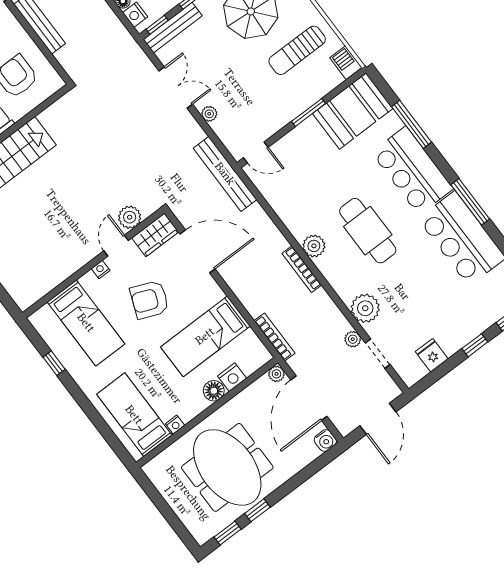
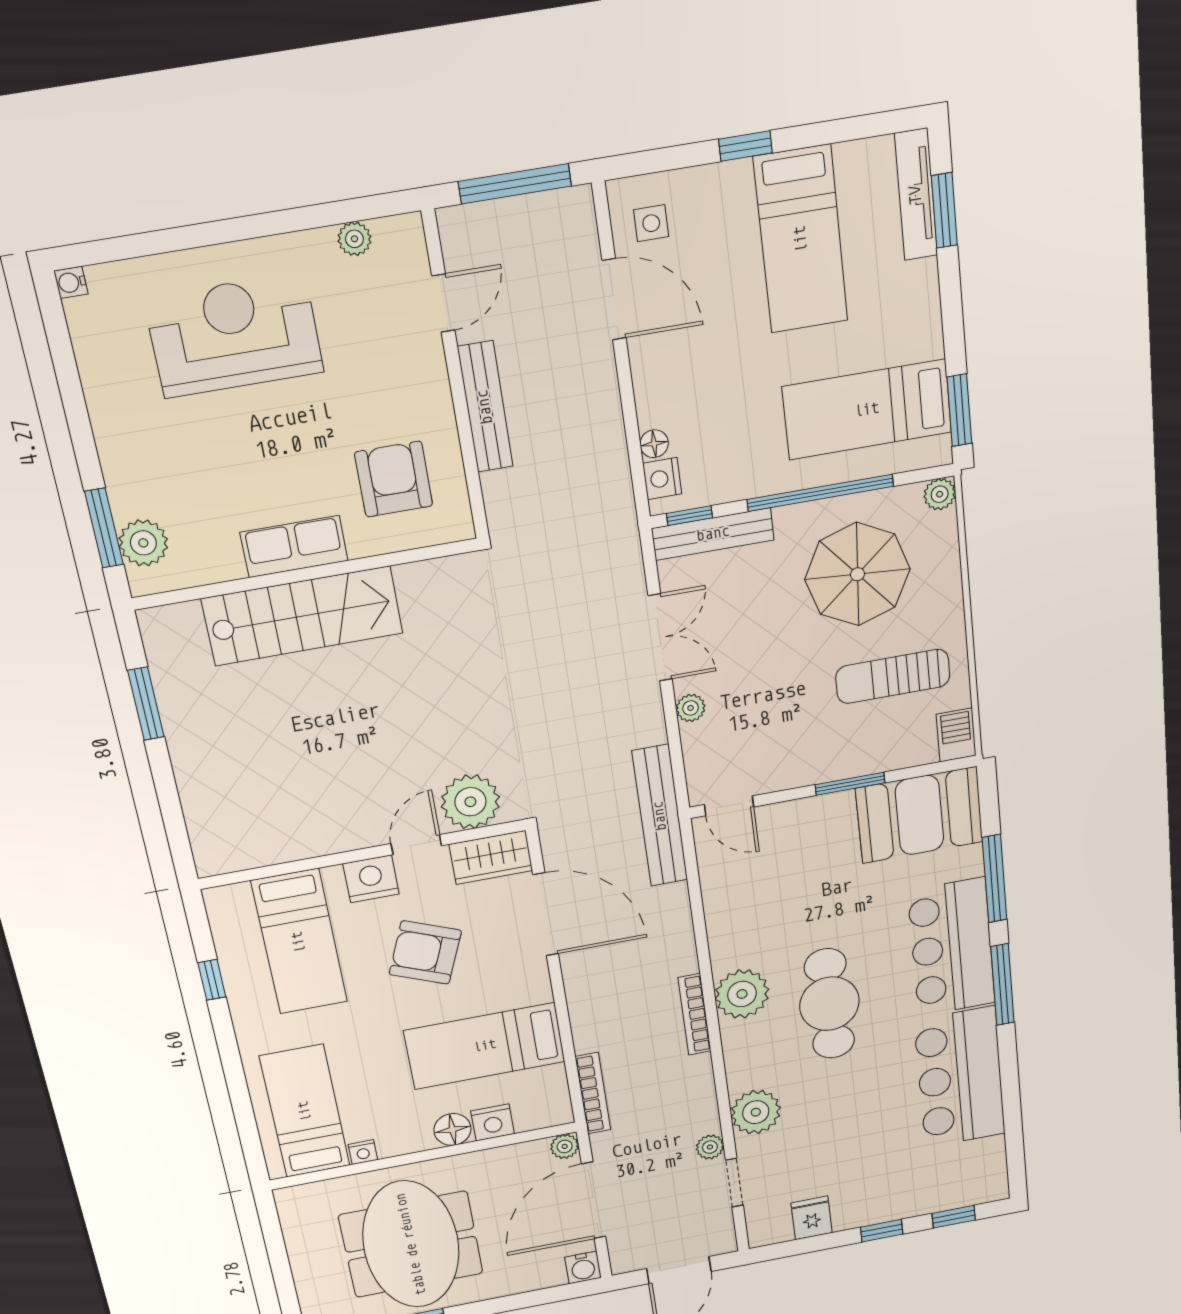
window: (470, 202) -> (1002, 985), moved
plant: (130, 217) -> (470, 802), width x1.36, depth x1.36
plant: (314, 246) -> (742, 994), width x1.36, depth x1.36
nightstand: (101, 269) -> (371, 879), width x1.89, depth x1.79

